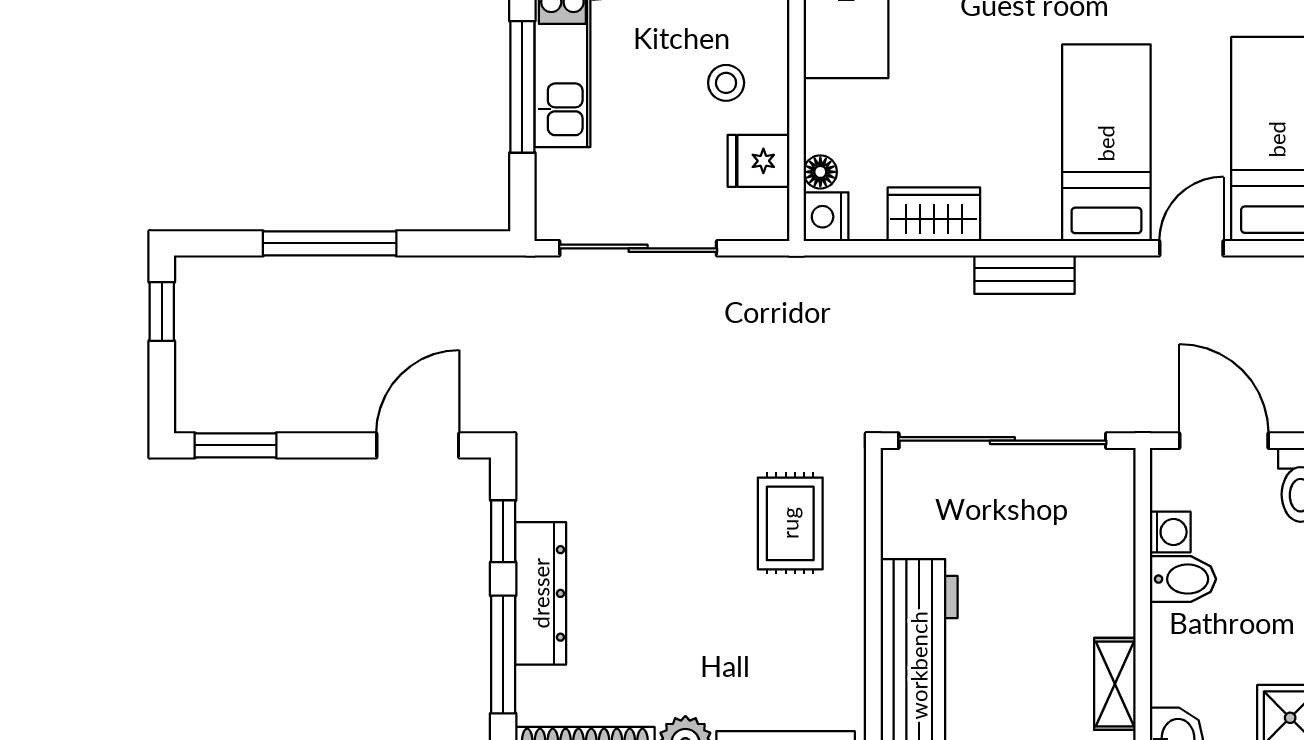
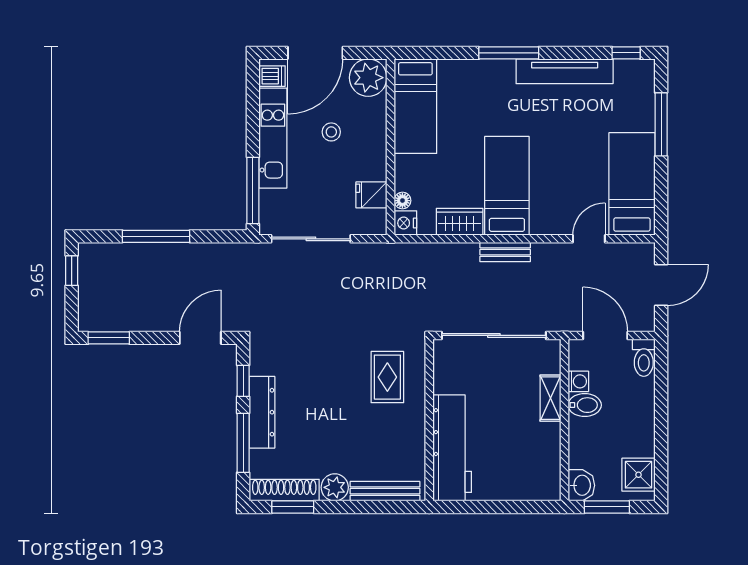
stool: (726, 83) -> (331, 132), moved
window: (522, 87) -> (253, 191), moved
bed: (1106, 143) -> (507, 186), moved
shelving: (1115, 684) -> (550, 398), moved

